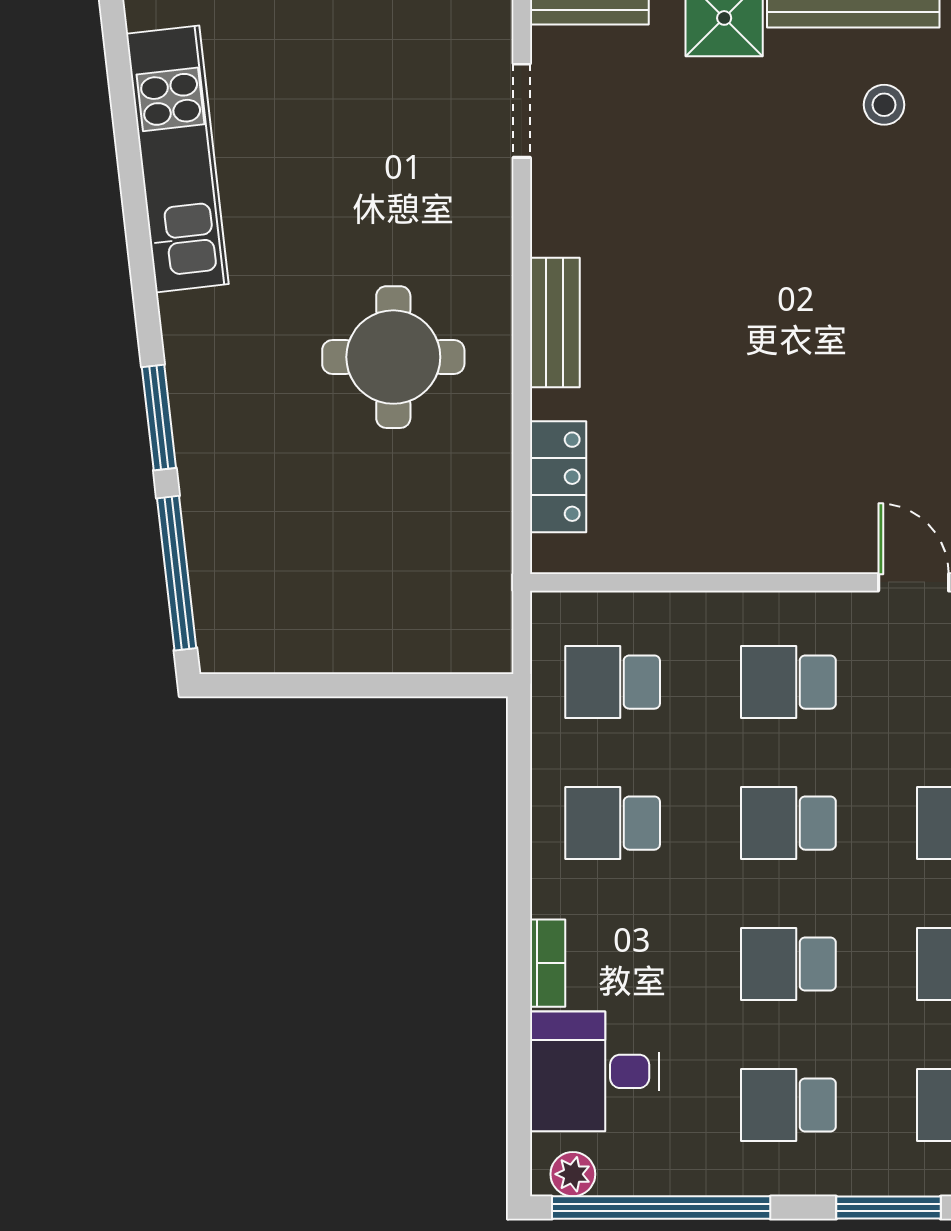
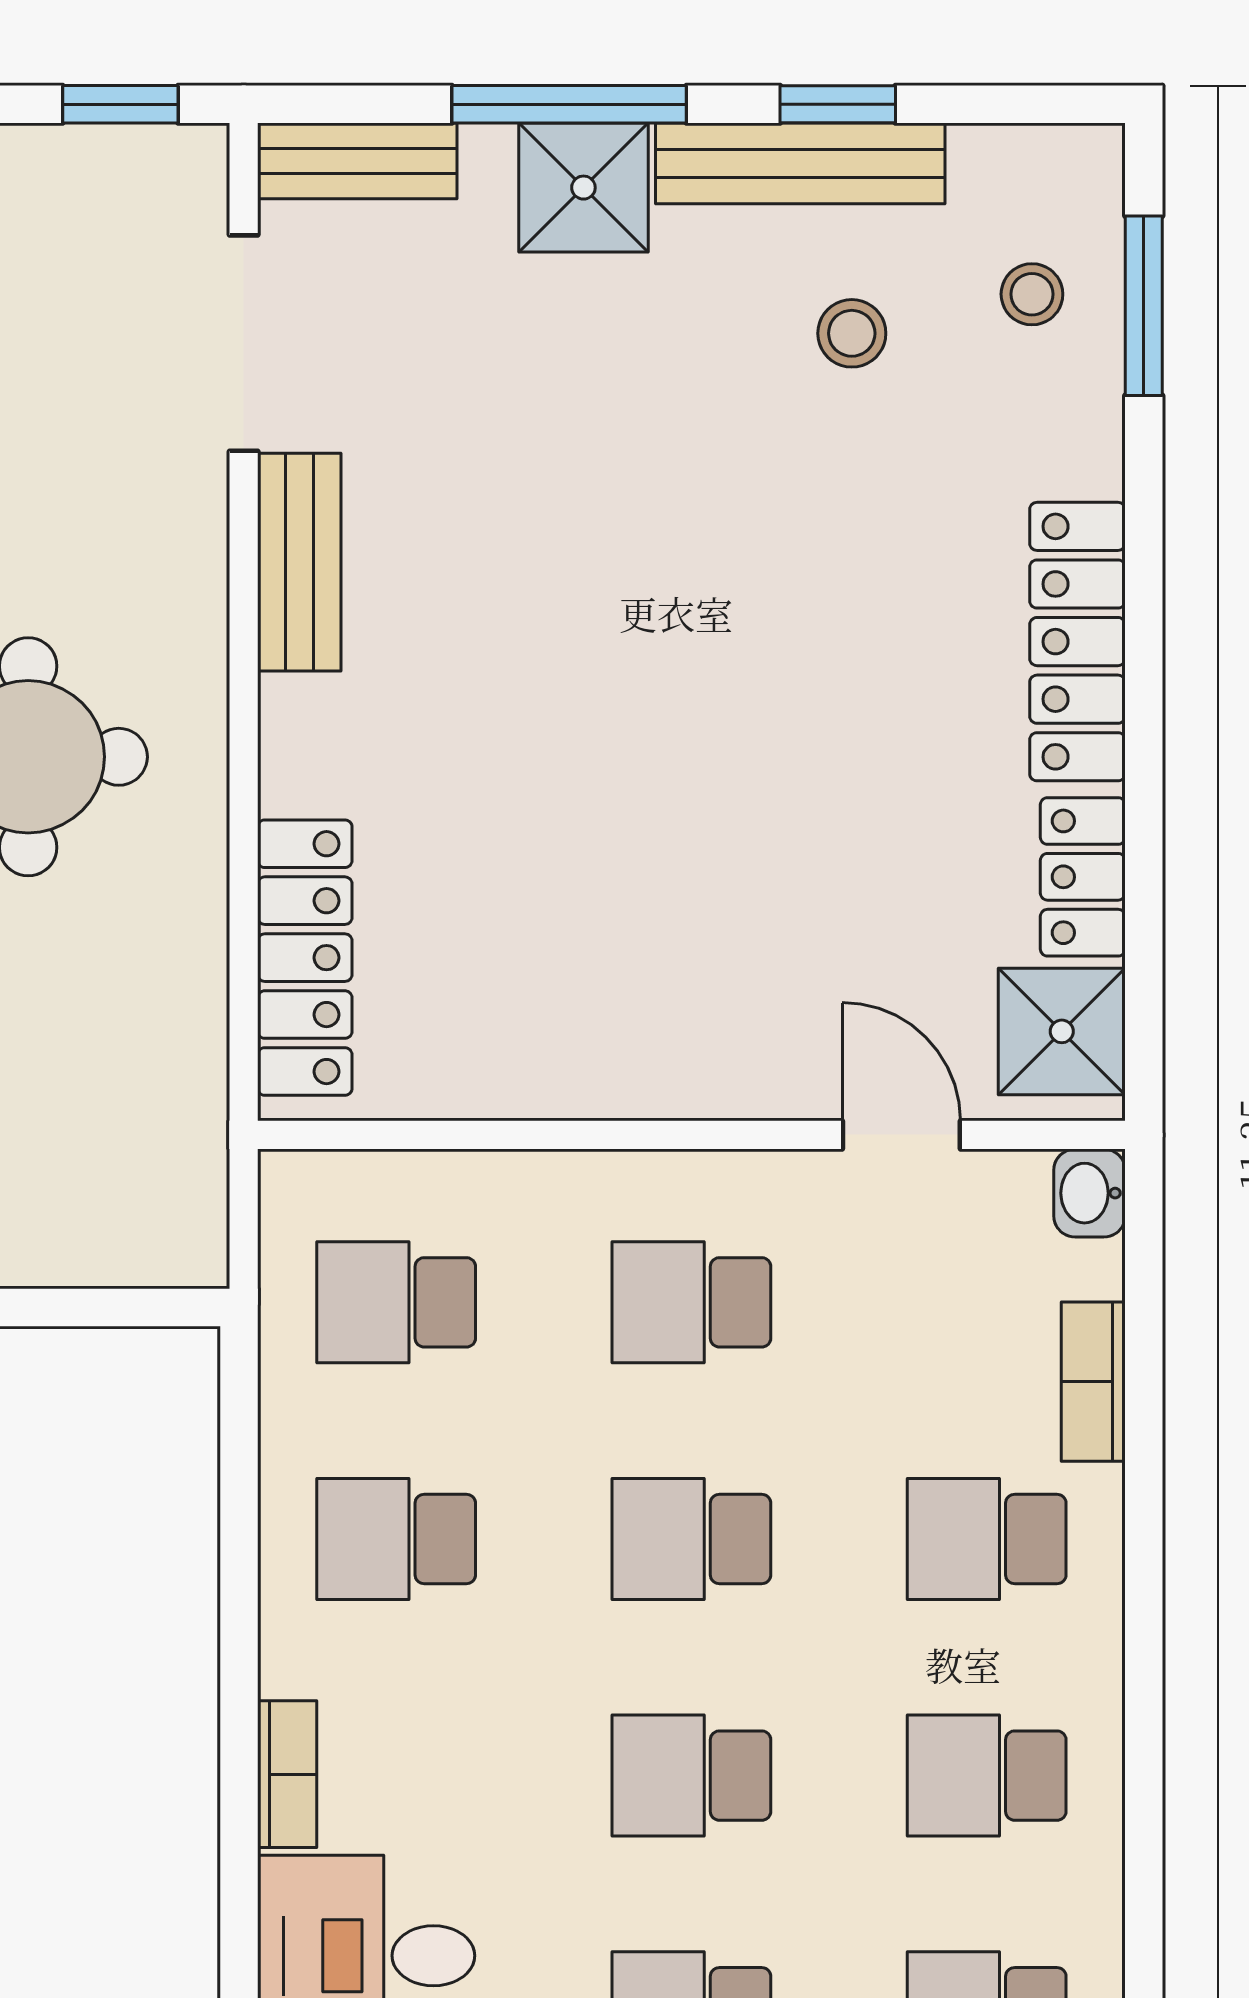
doorway: (522, 111) -> (244, 343), width x1.38
bench: (555, 323) -> (299, 562), moved
locker: (558, 477) -> (305, 958), width x1.53

